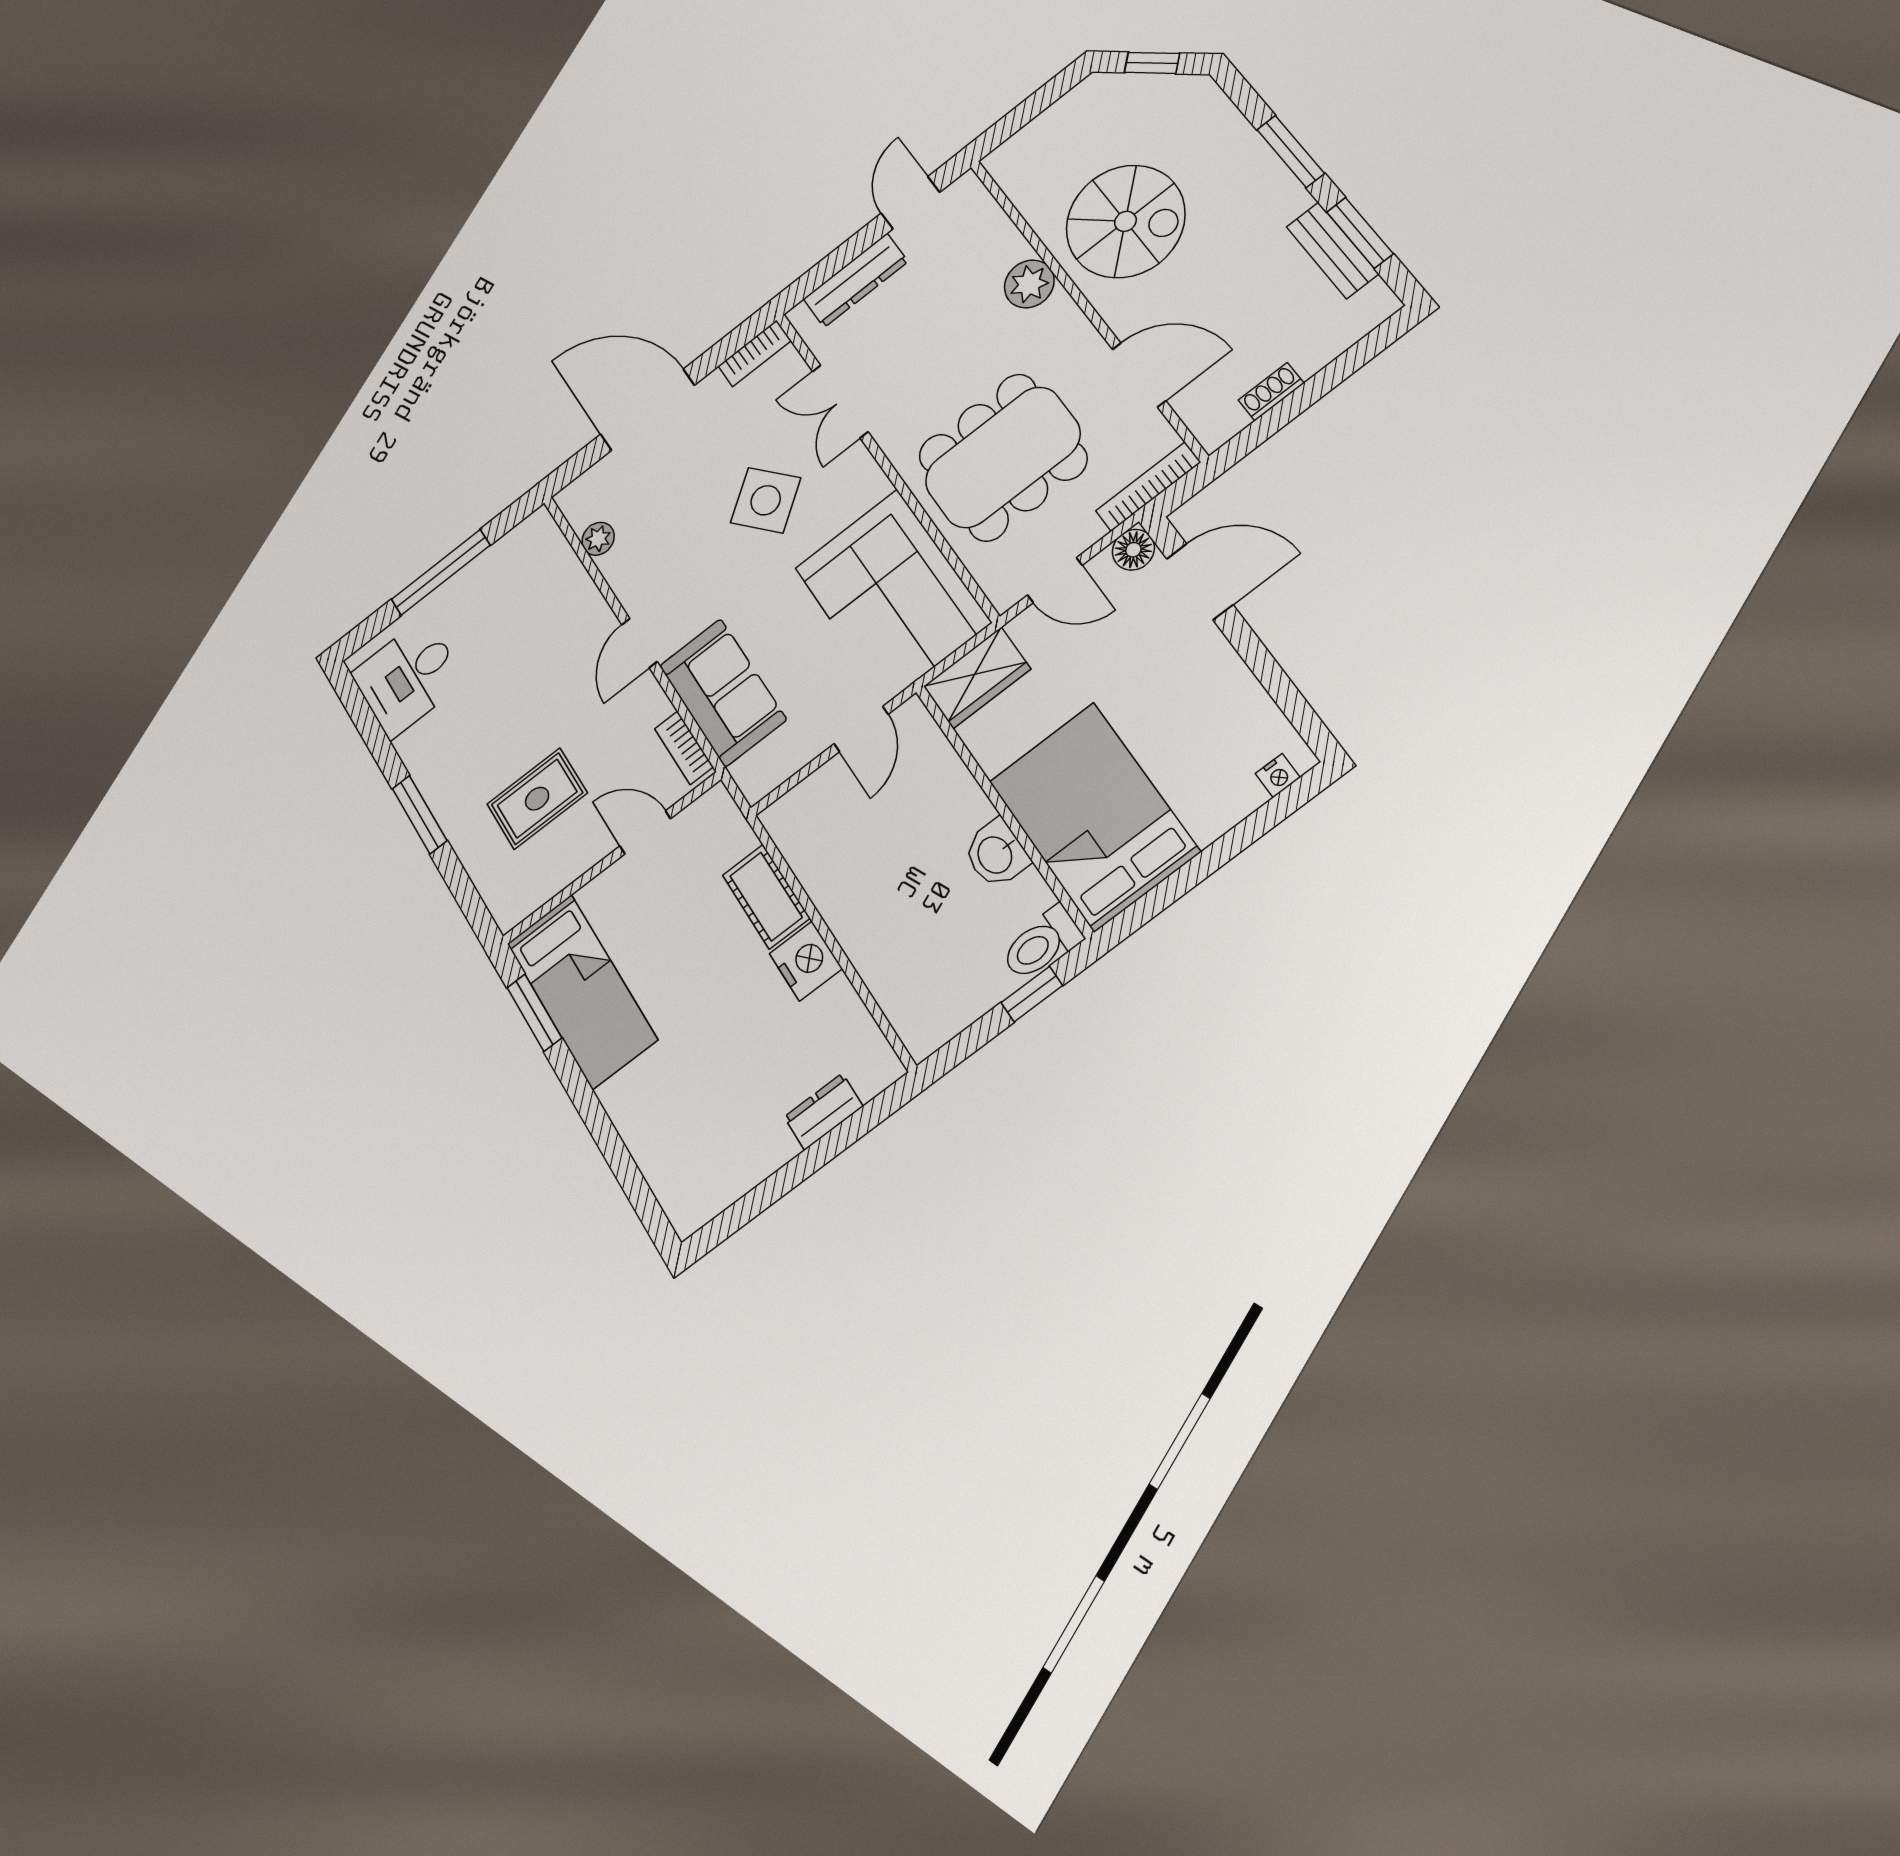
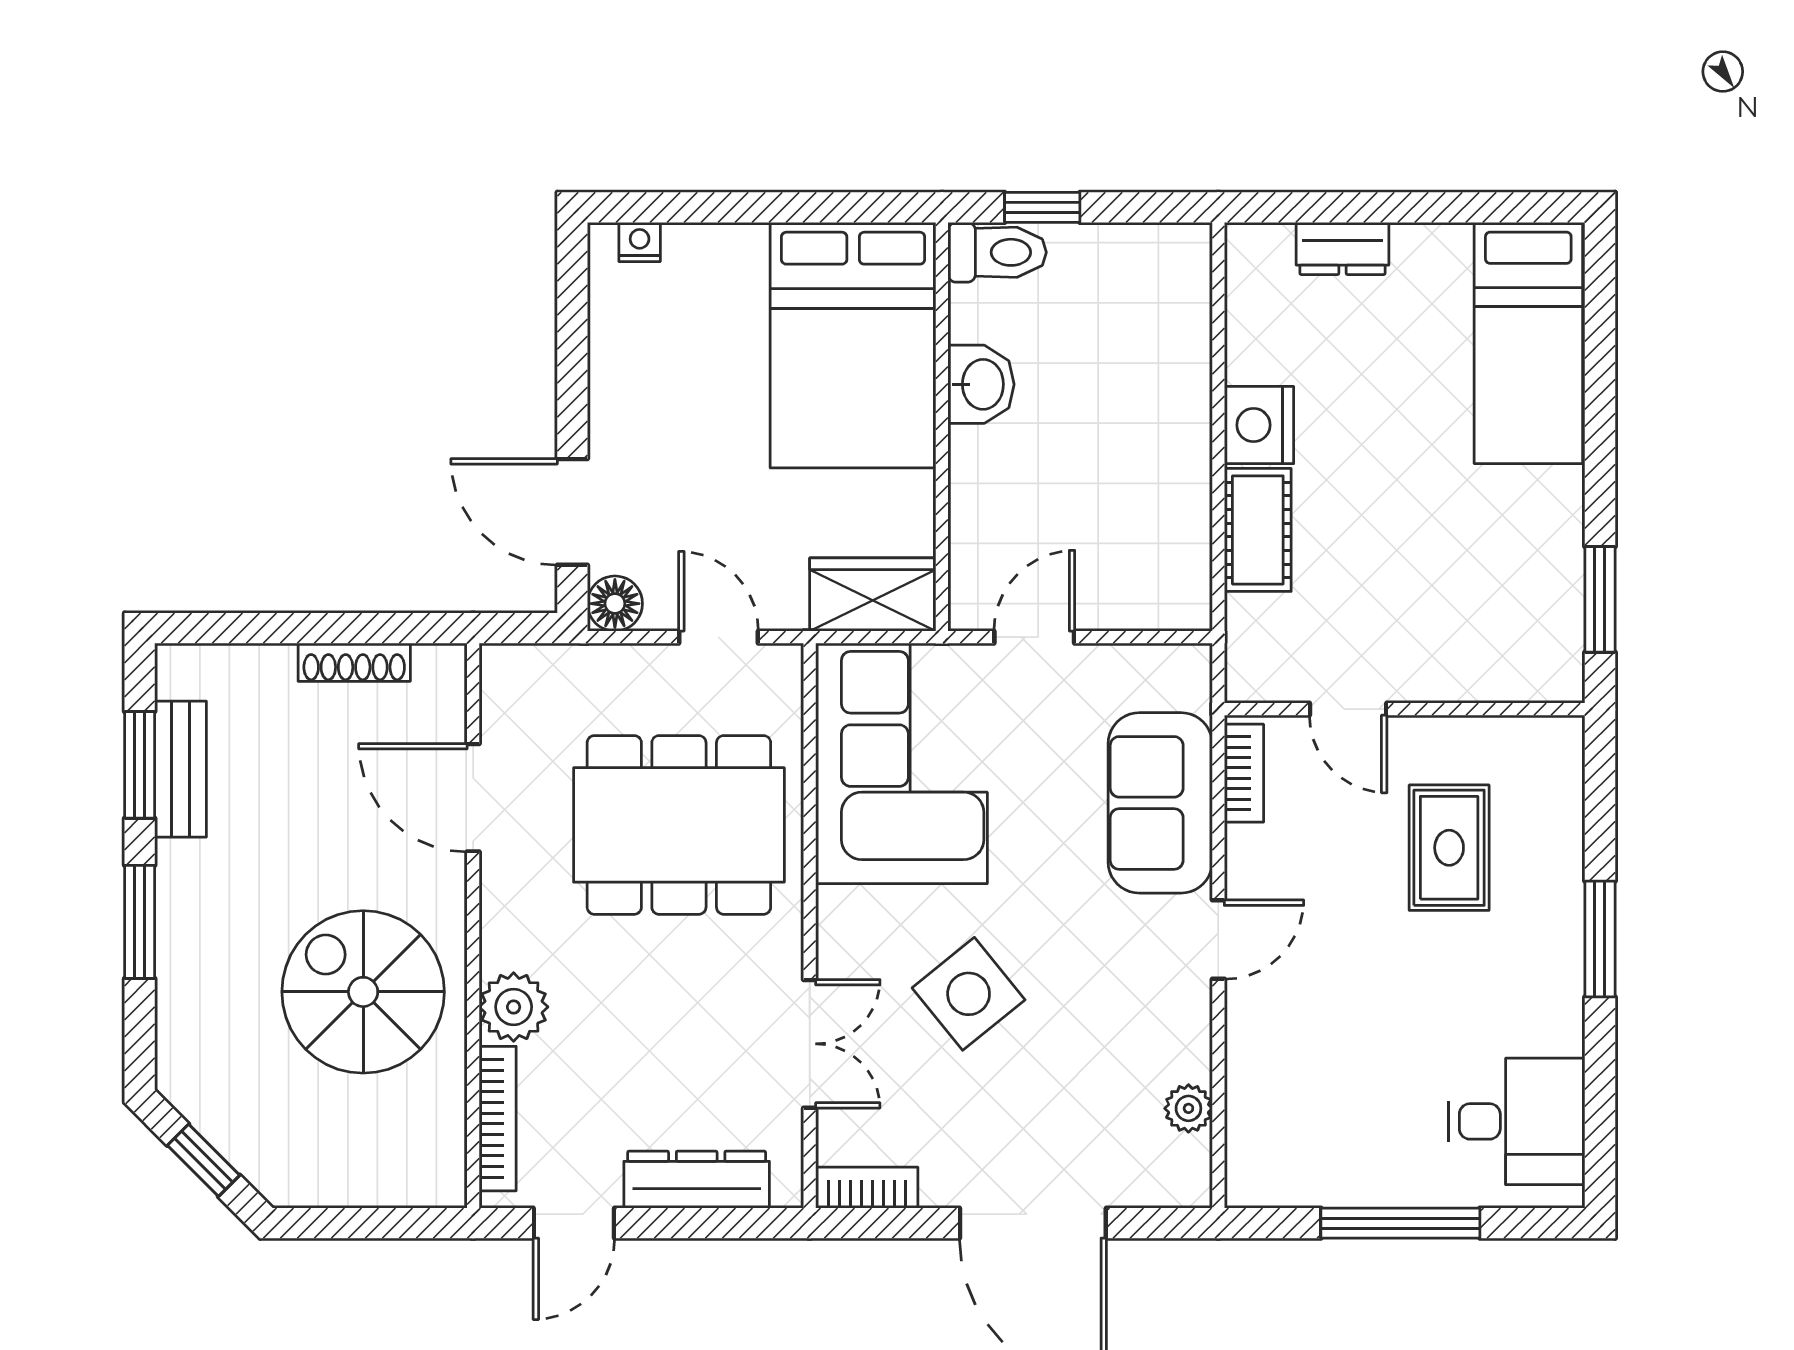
shoe rack: (1271, 392) -> (354, 662), width x1.43
bookcase: (1148, 487) -> (498, 1119), moved, turned -90
rug: (537, 799) -> (1449, 848), turned 90
bed: (582, 991) -> (1528, 343), moved, turned 180

